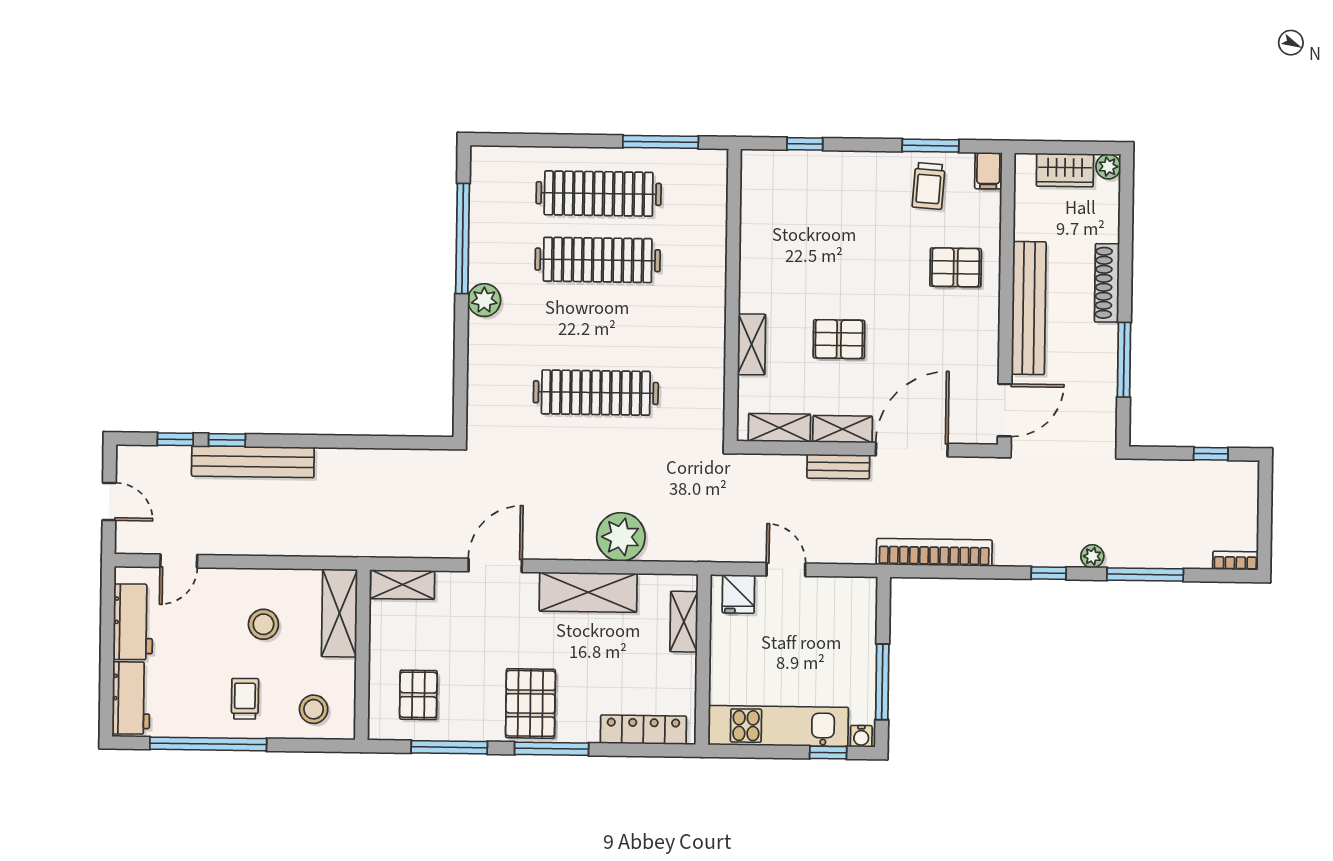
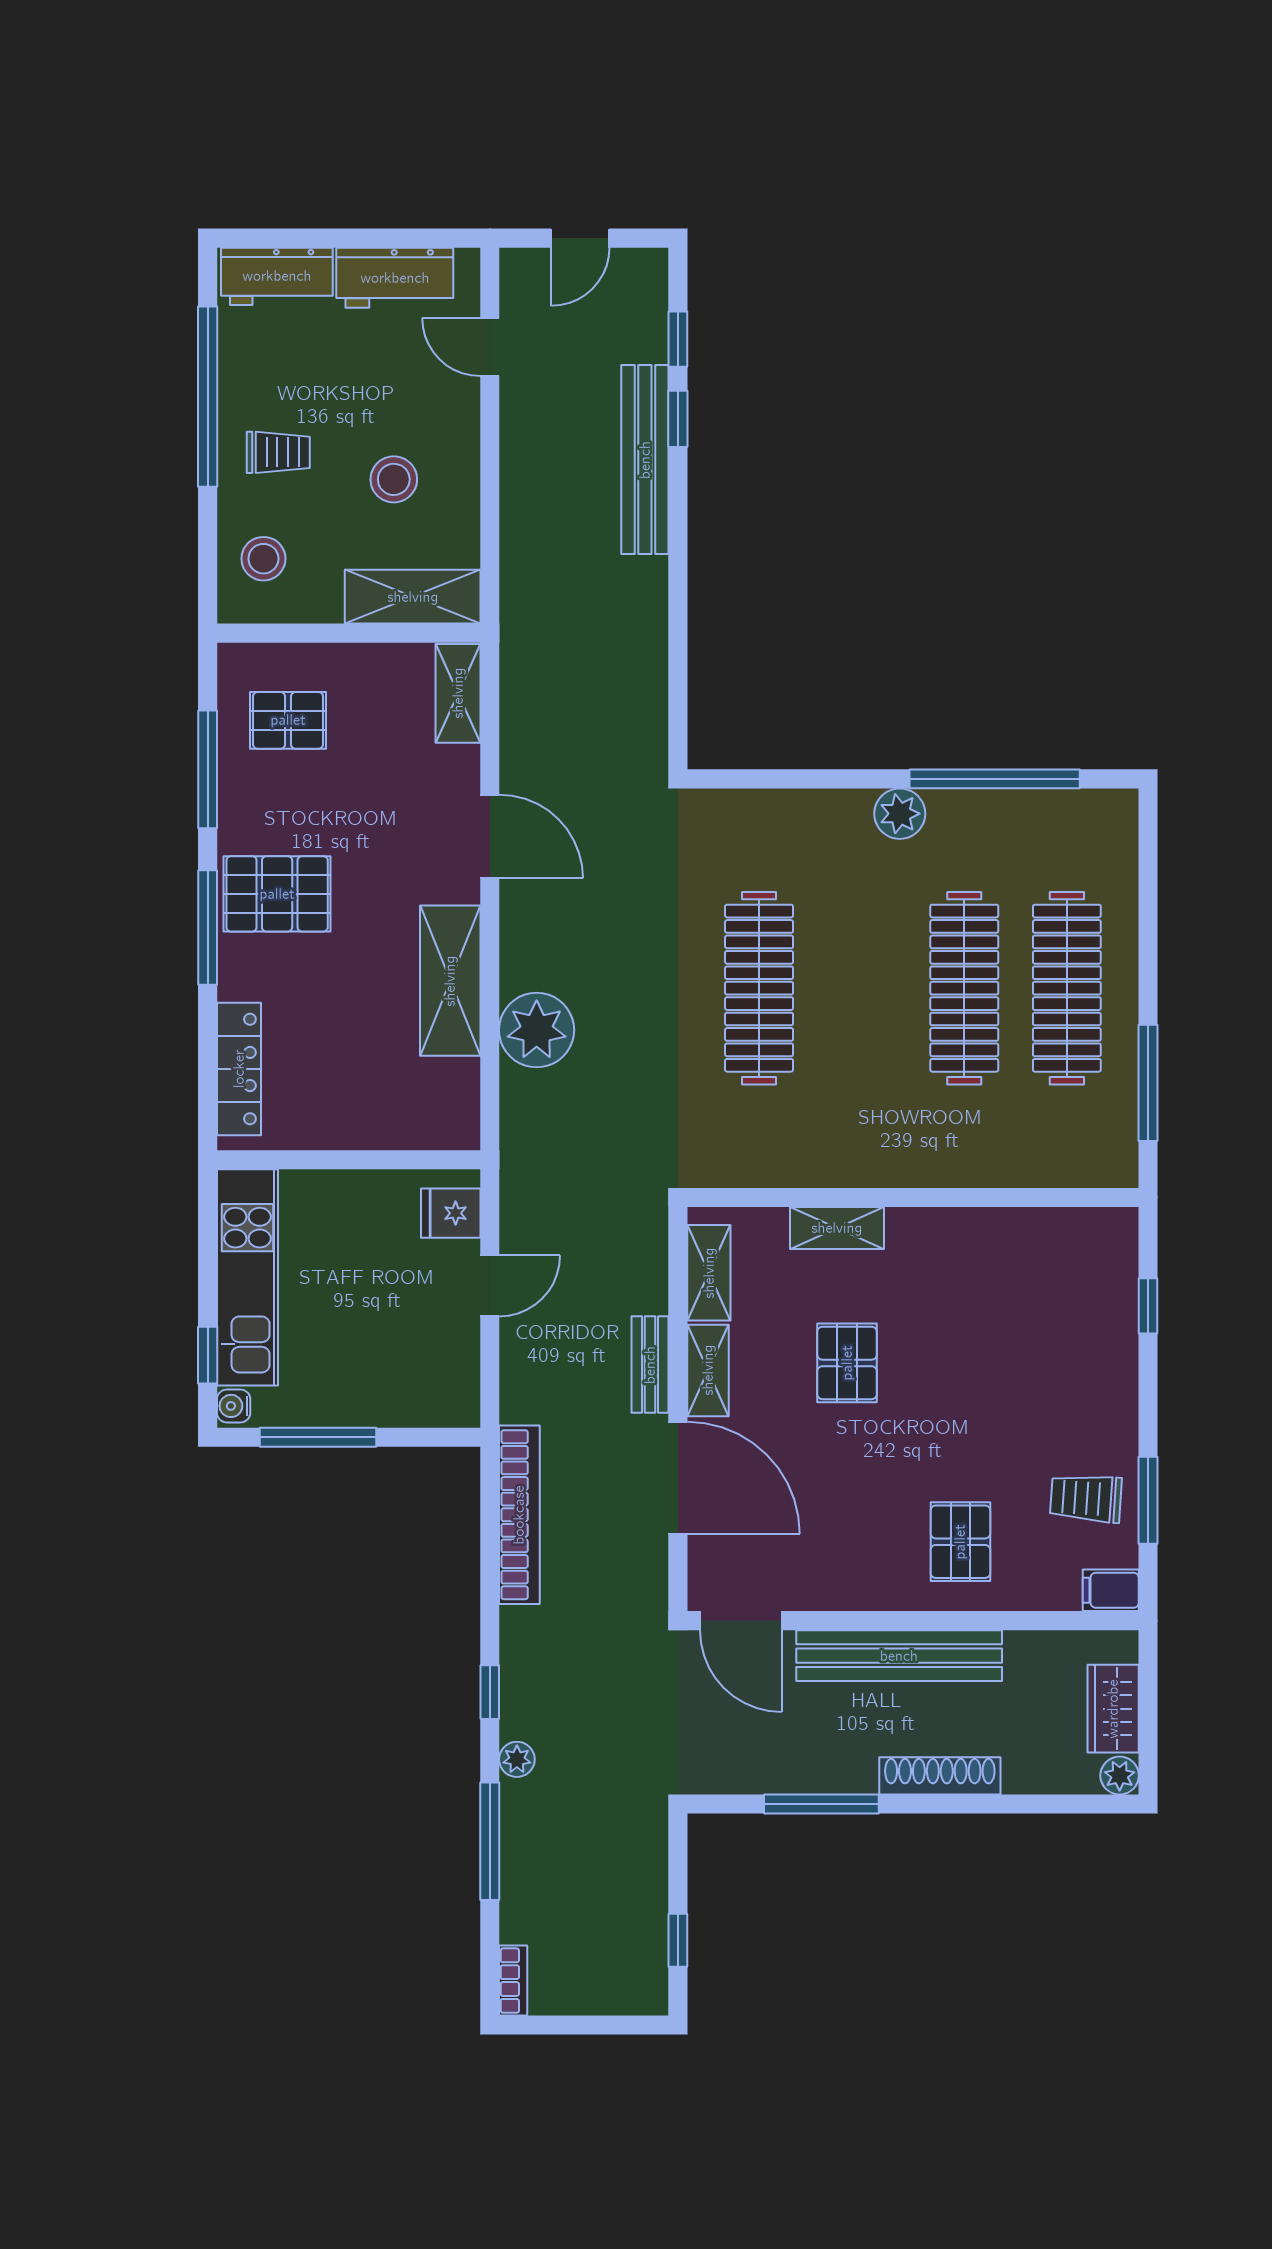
shelving: (684, 622) -> (407, 1129), removed

